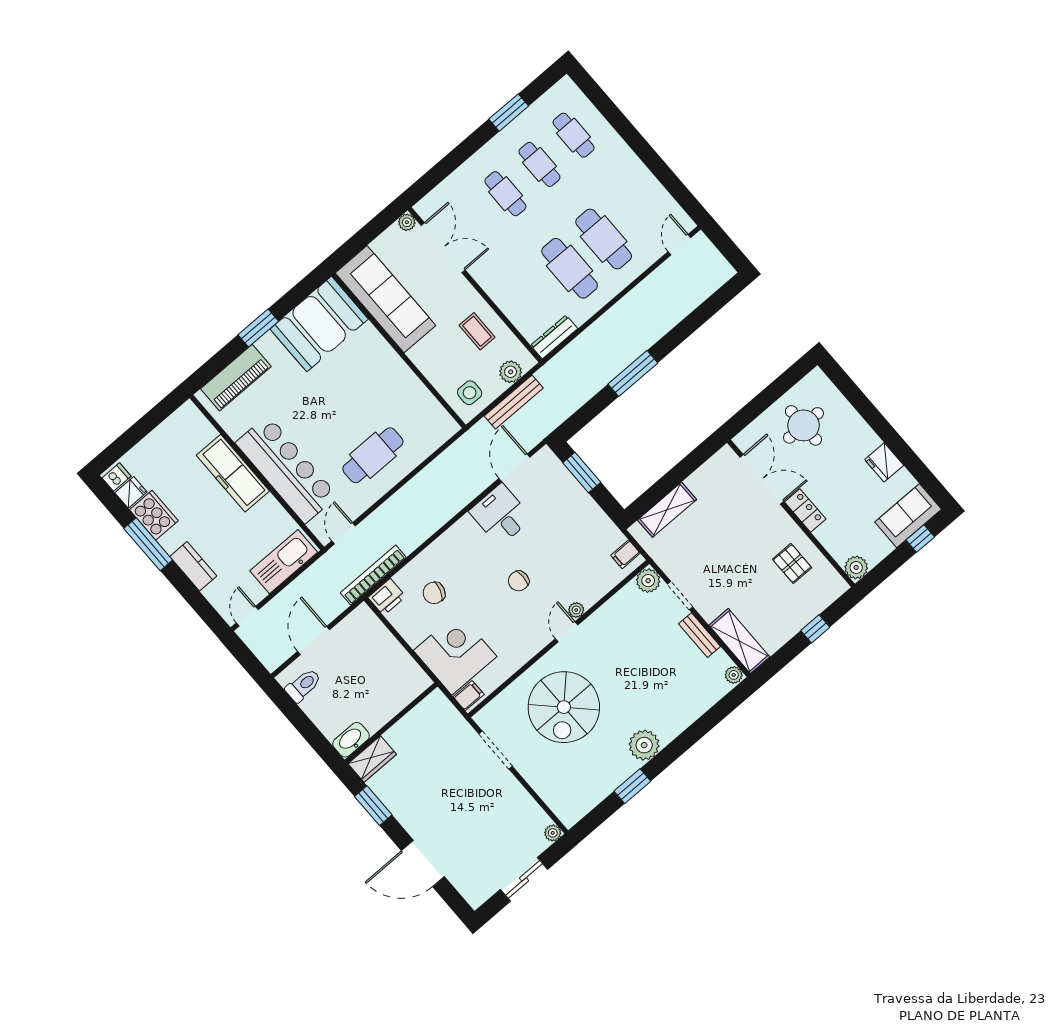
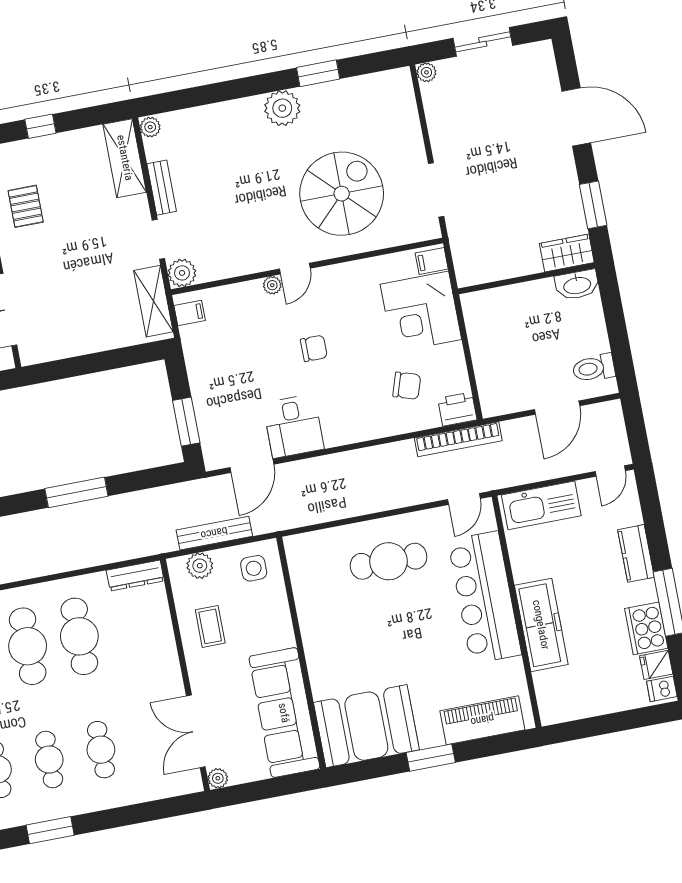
shelving: (667, 510) -> (153, 301), moved, turned 90

